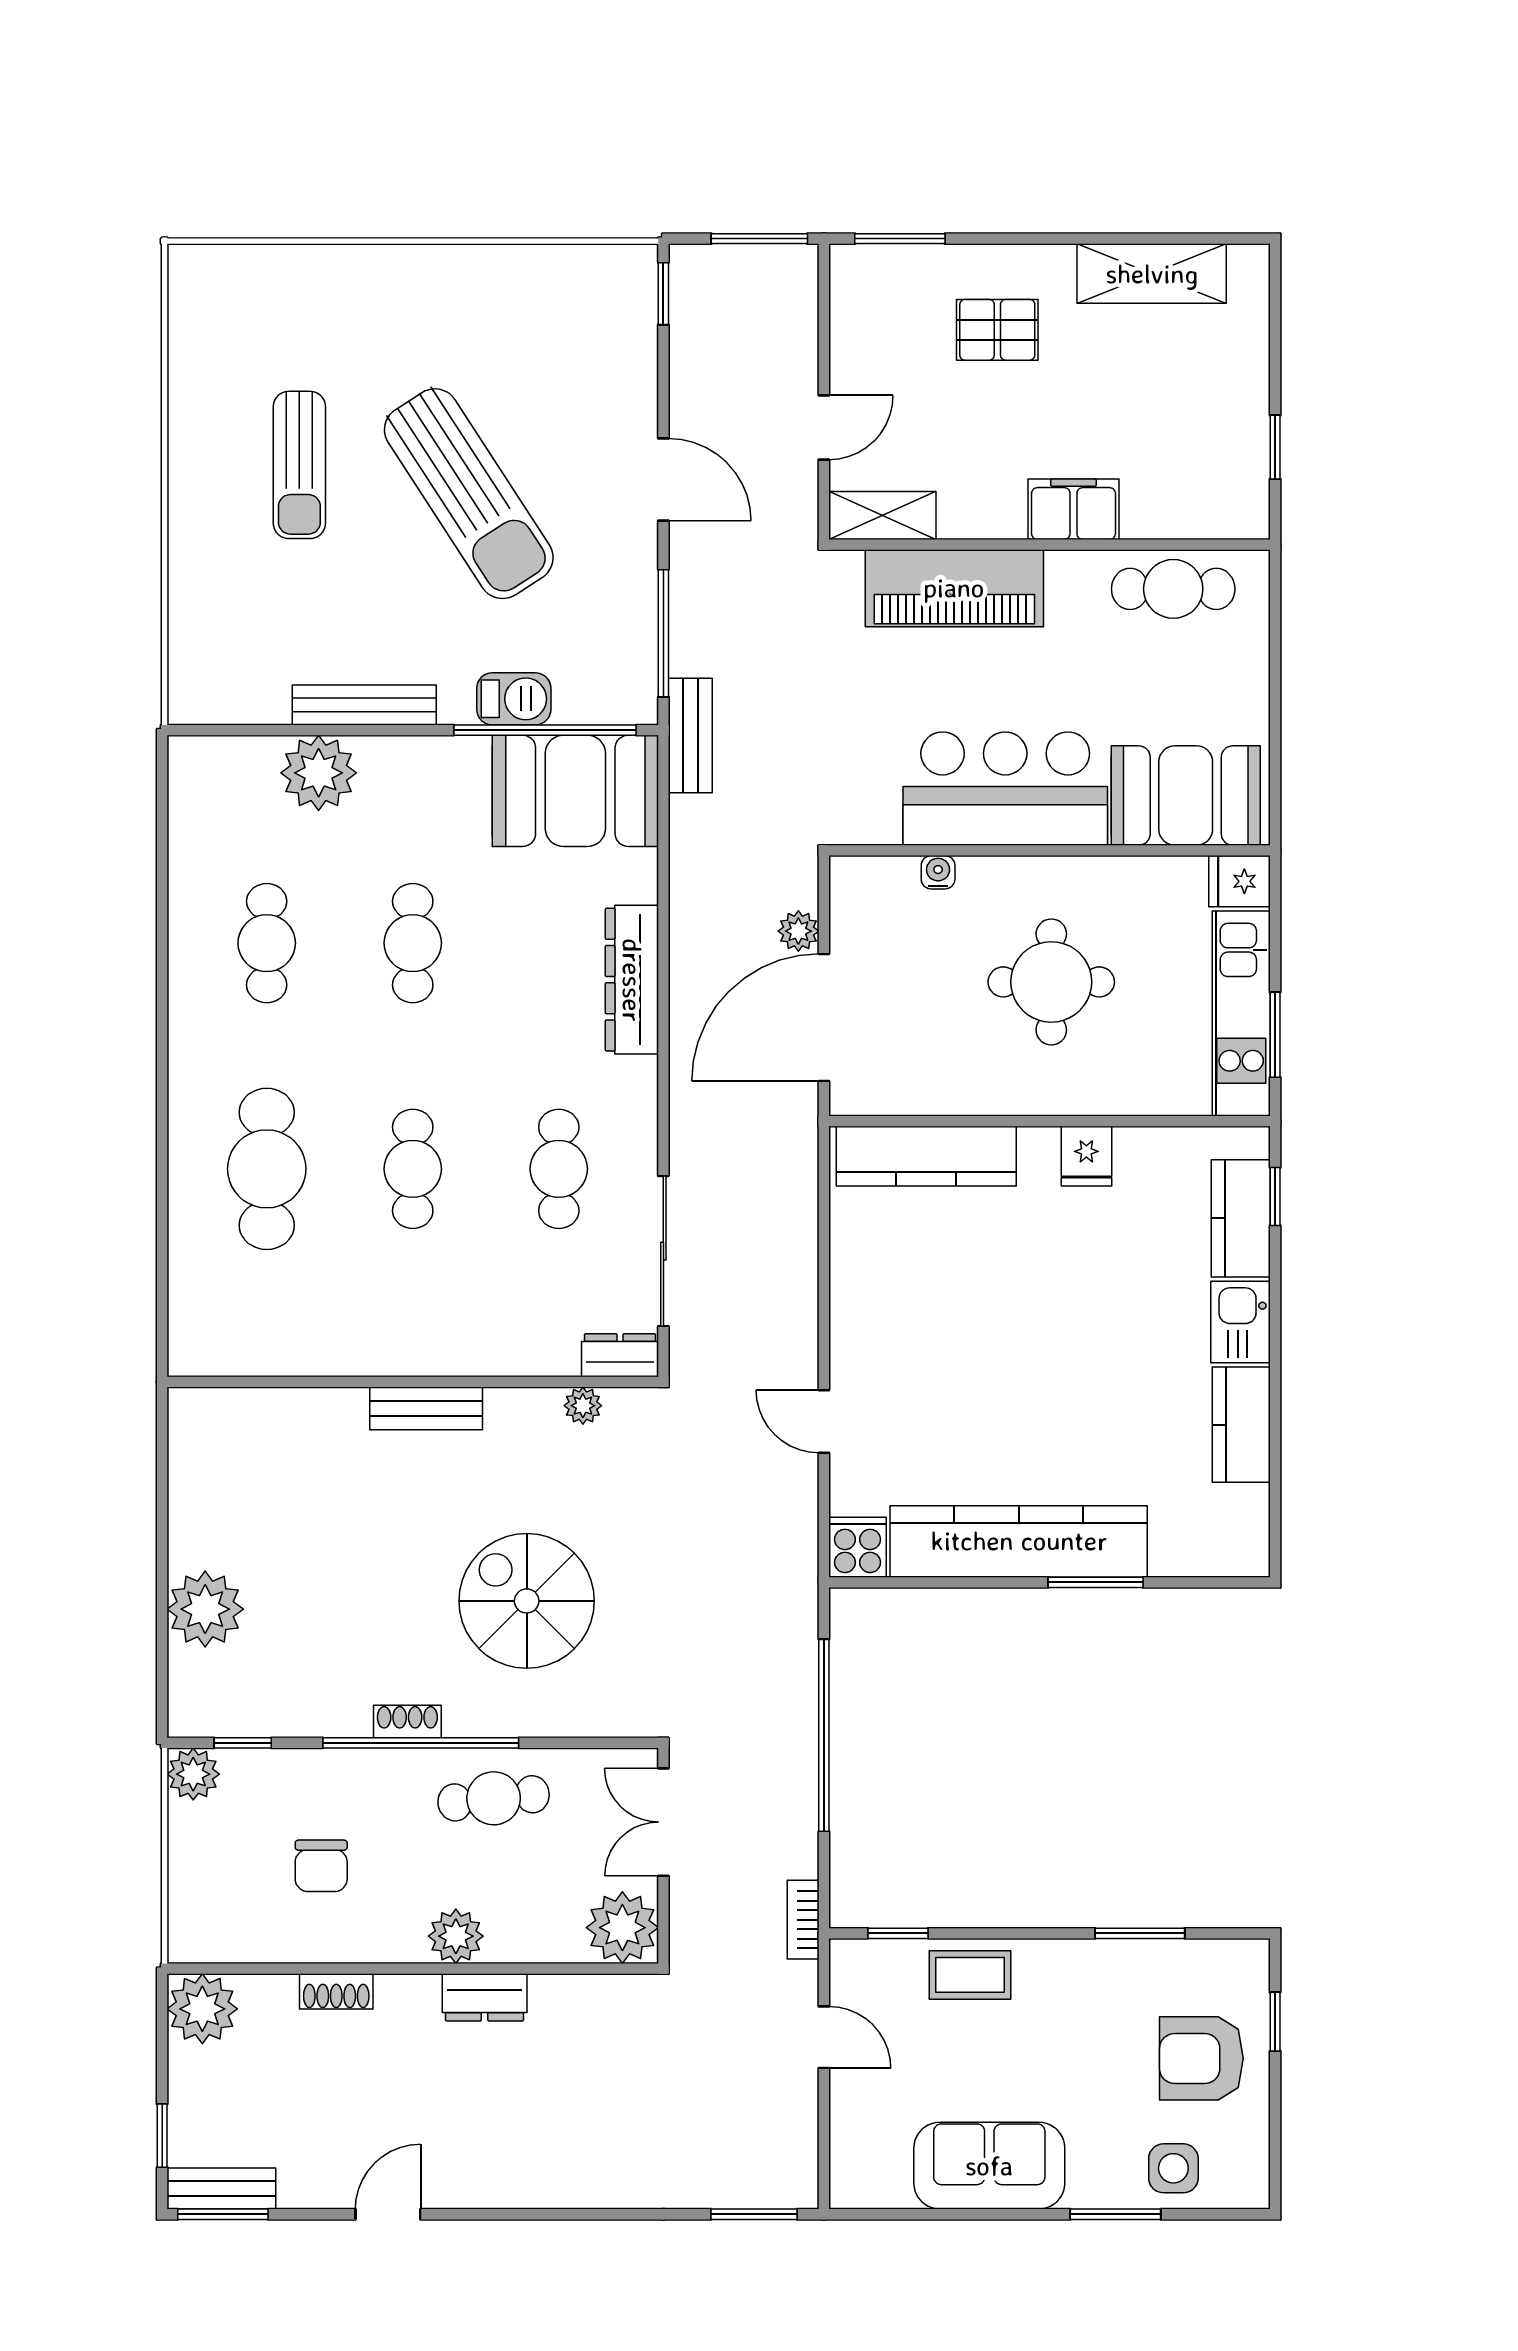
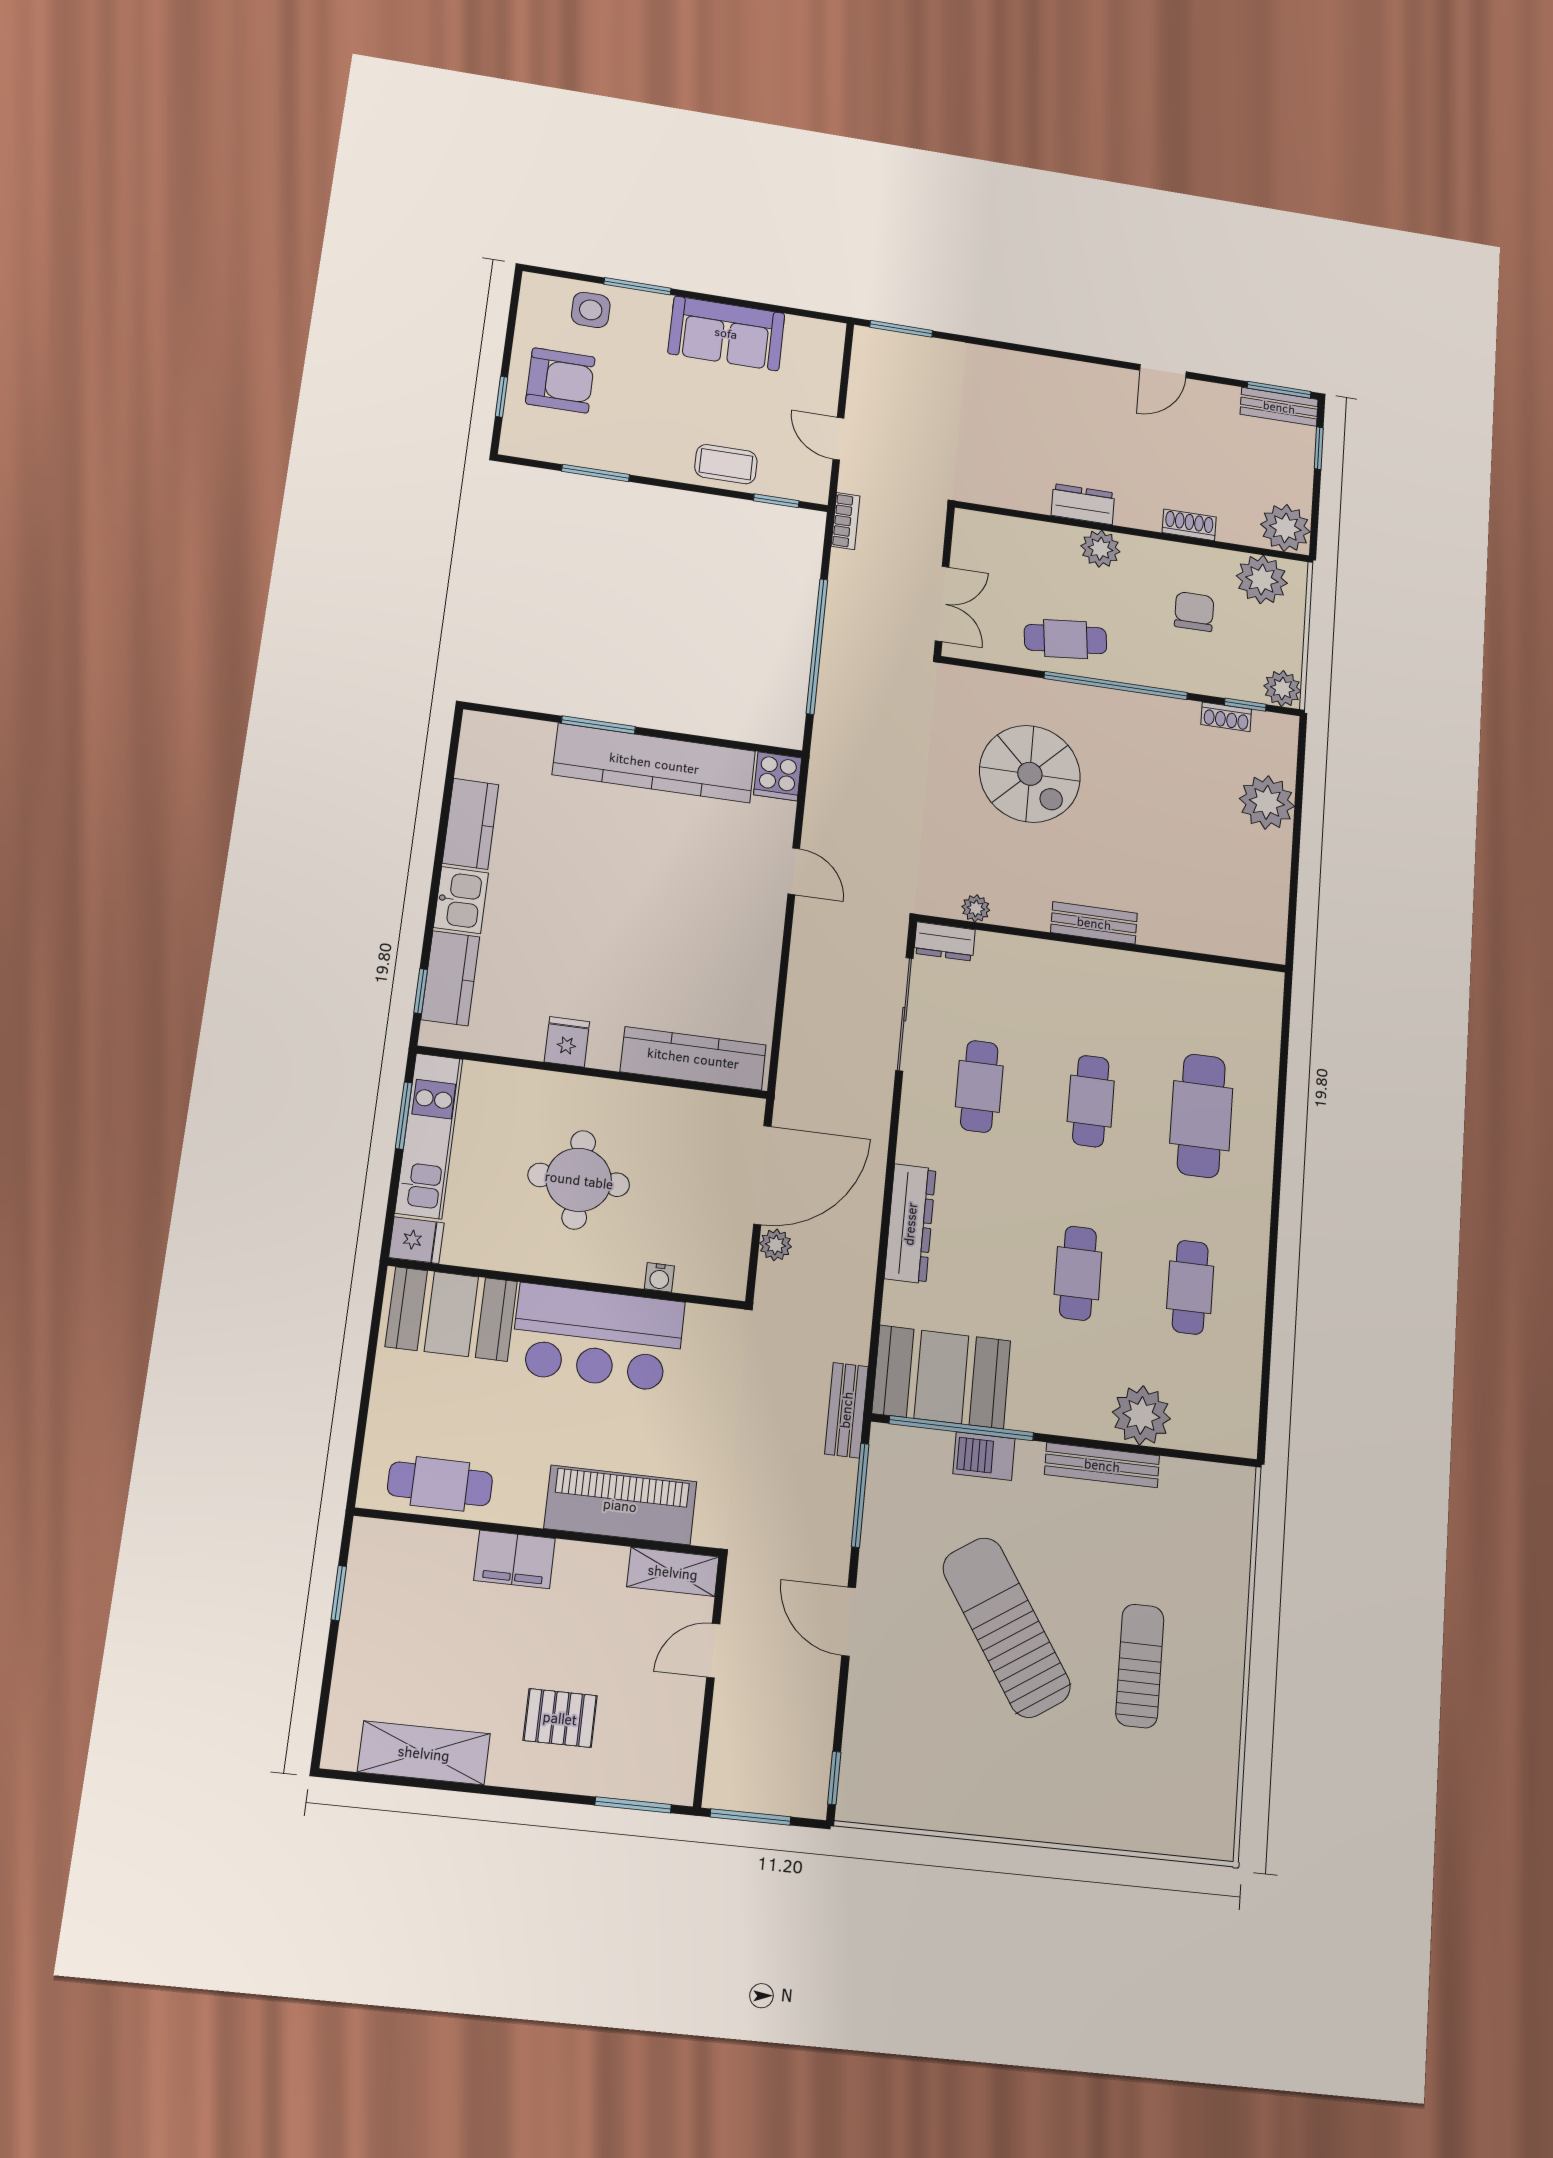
shoe rack: (407, 1722) -> (1226, 717), moved
plant: (622, 1928) -> (1262, 580), moved

